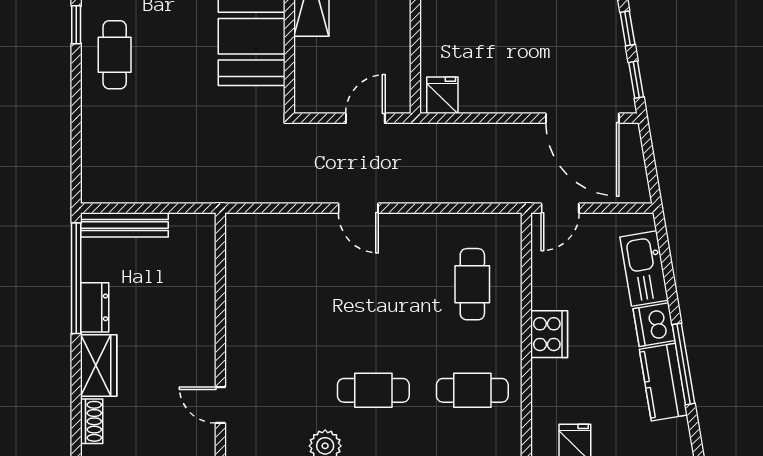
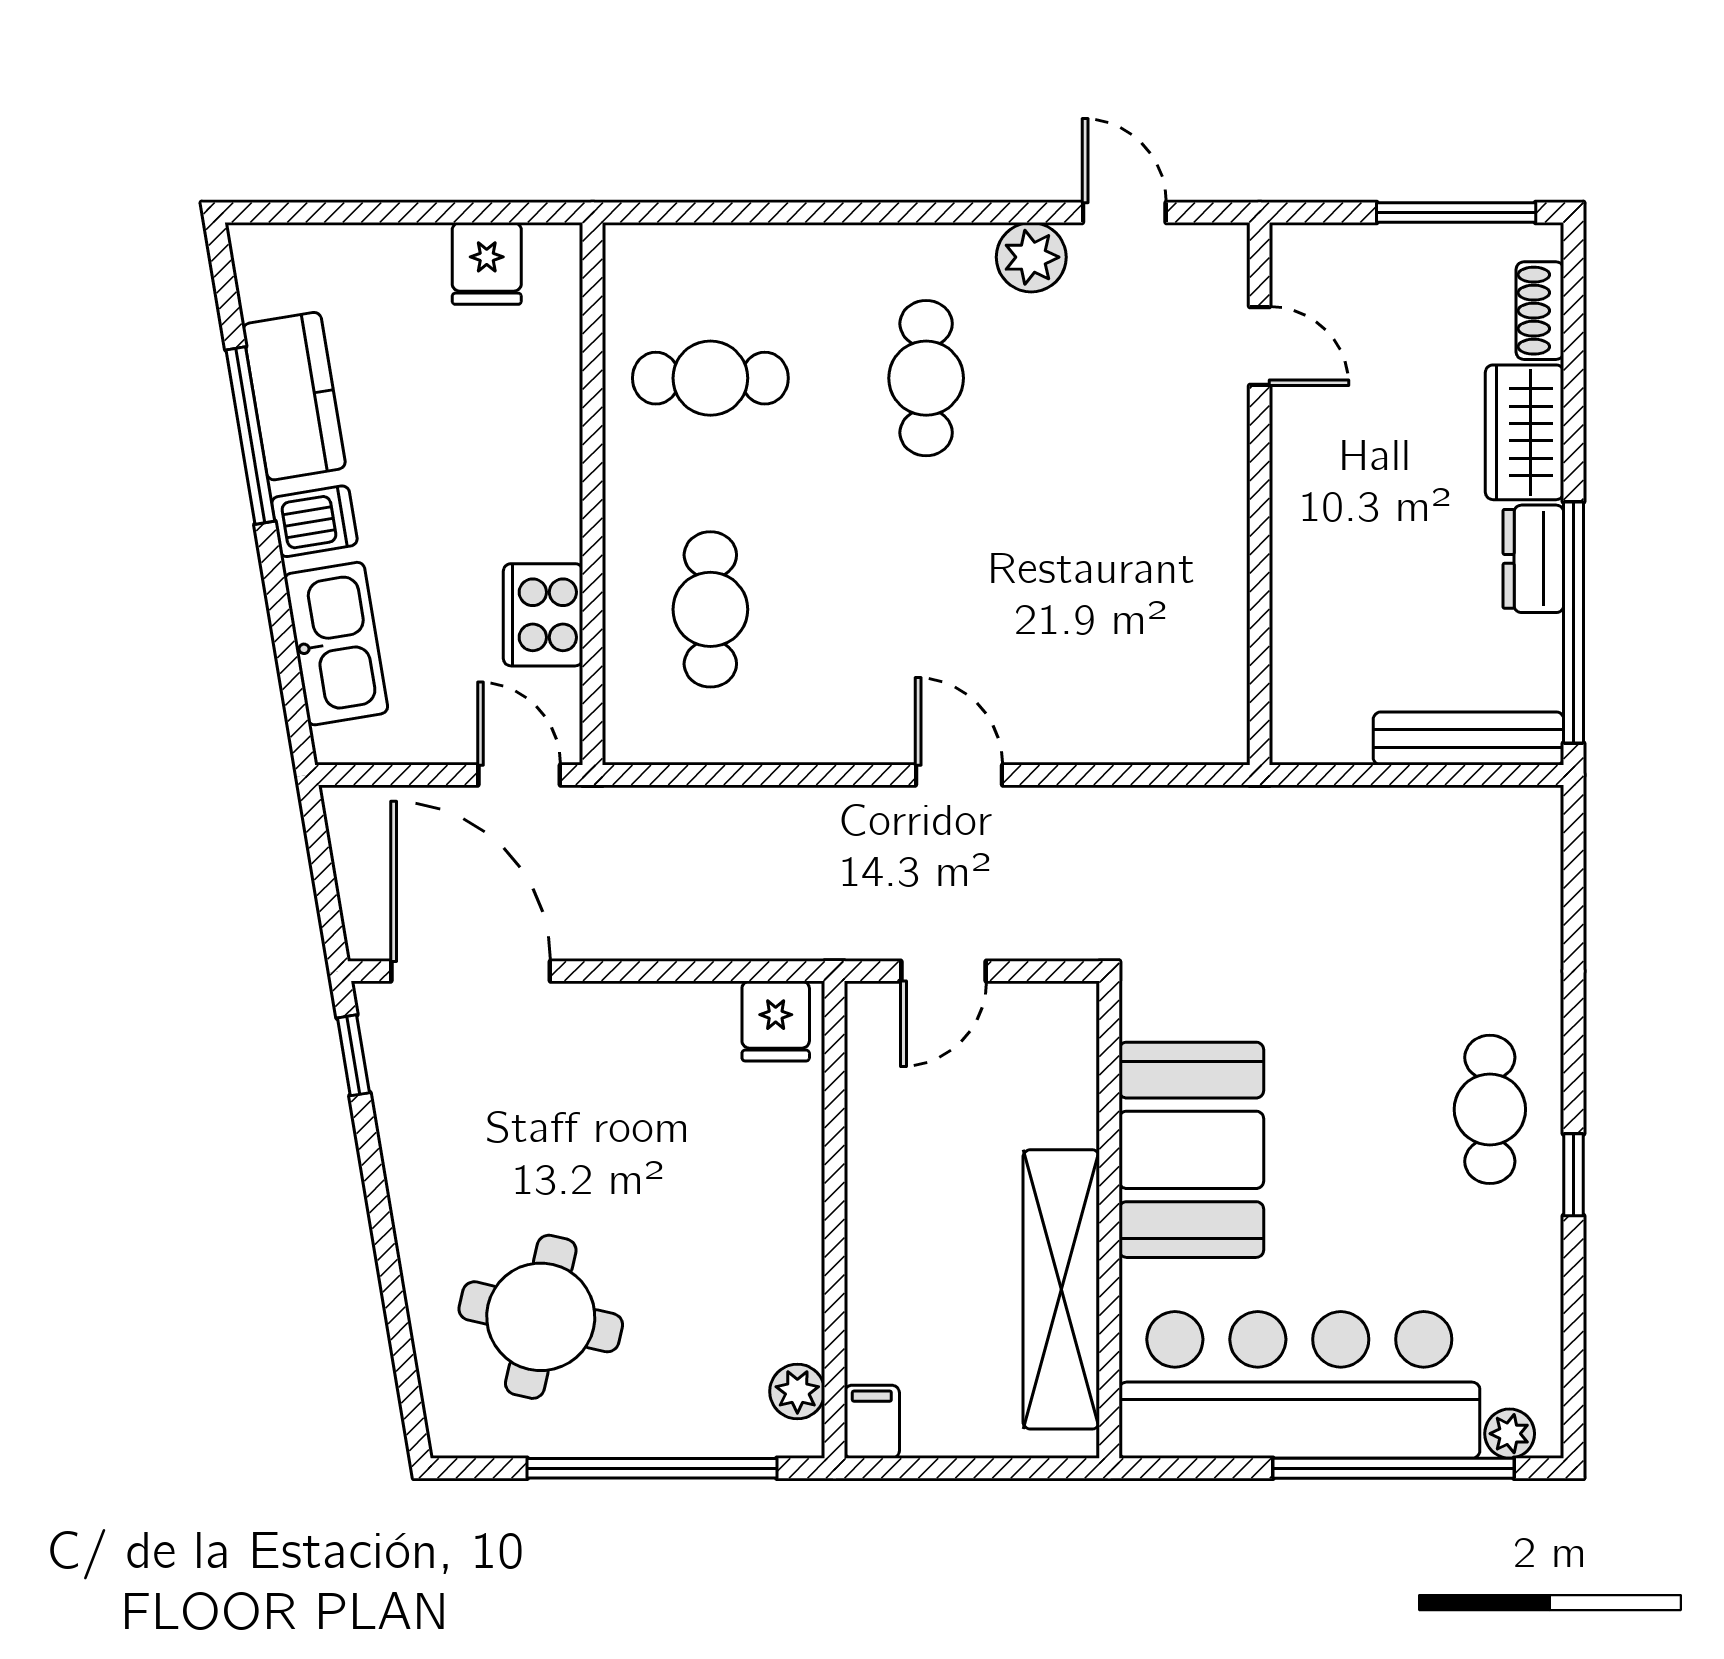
window: (628, 28) -> (372, 1167), removed
door: (560, 208) -> (519, 775), hinge flipped
dishwasher: (654, 325) -> (314, 521), width x0.73
cooker: (549, 334) -> (543, 615), moved
cafe table: (373, 390) -> (926, 378), turned 90

